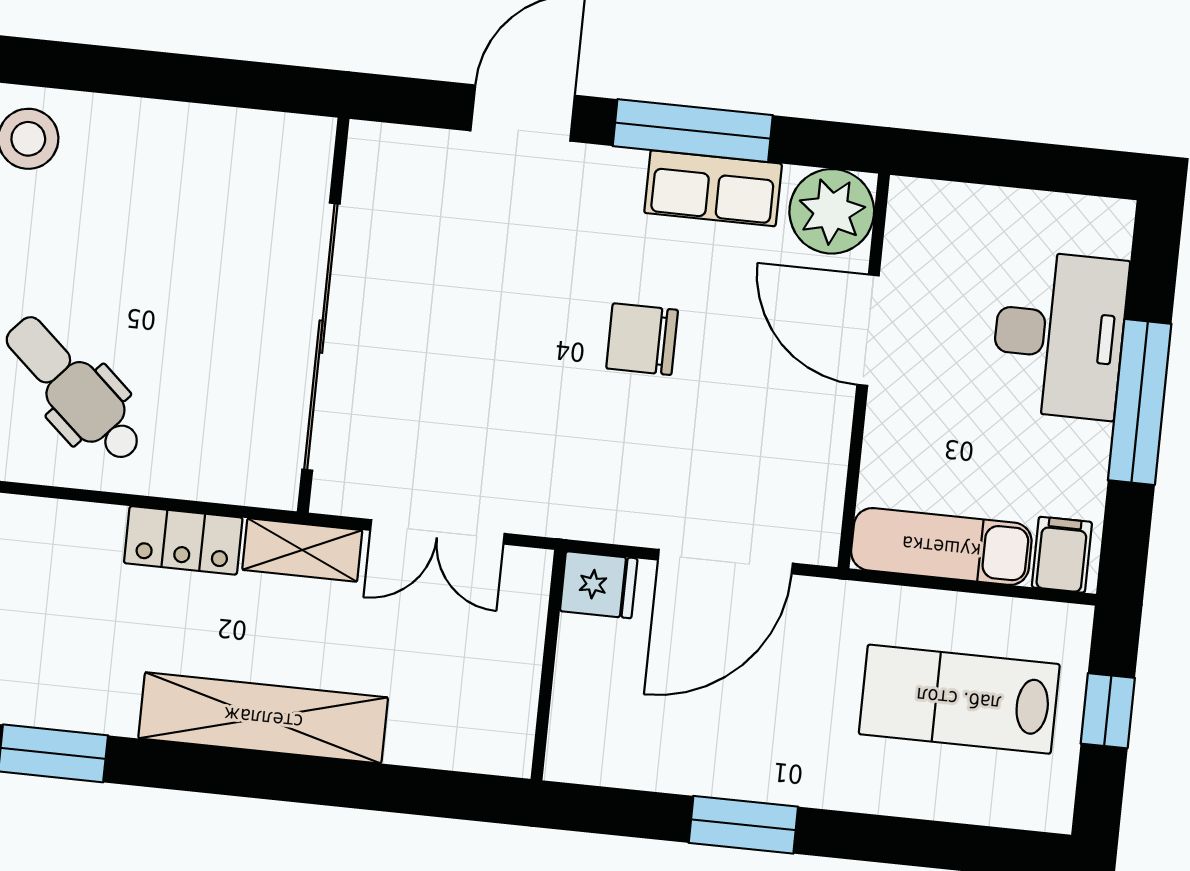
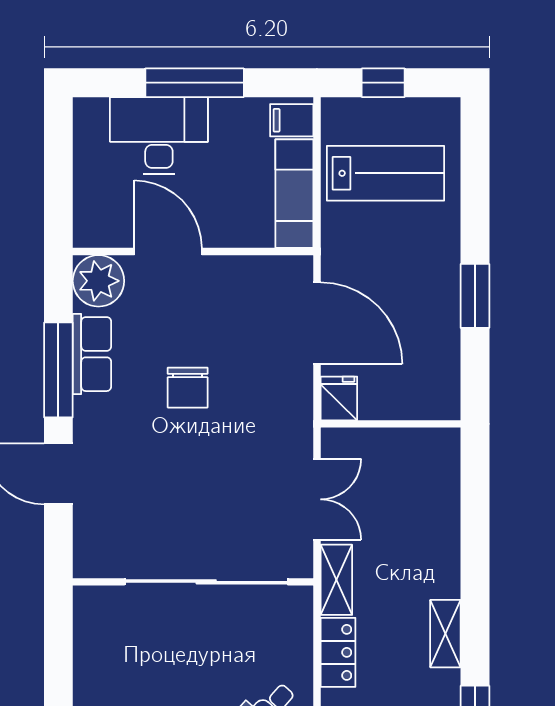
door: (868, 330) -> (168, 252), swing flipped
lab bench: (959, 699) -> (386, 173), turned -90
shelving: (263, 718) -> (445, 634), width x0.45, depth x0.75

